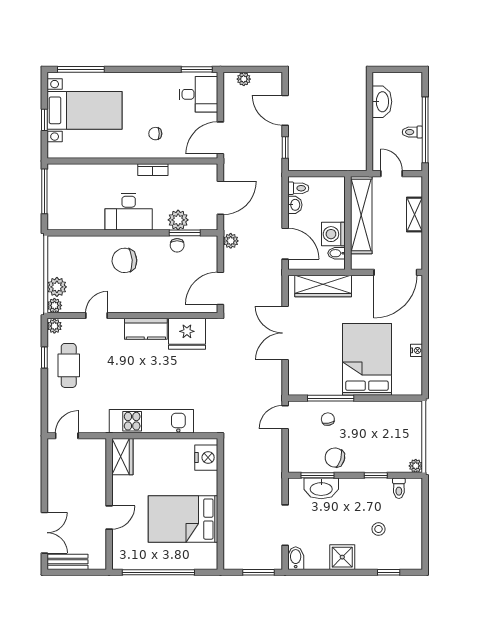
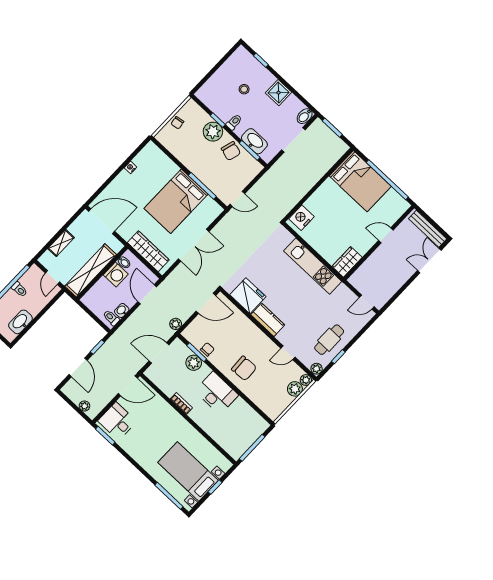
chair: (155, 134) -> (161, 422), removed
bed: (367, 359) -> (176, 201), moved
chair: (328, 419) -> (177, 123), moved
plant: (416, 466) -> (213, 132), moved, width x1.88, depth x1.88
toilet: (399, 488) -> (234, 122), moved
bed: (183, 519) -> (360, 181), moved
bench: (67, 562) -> (428, 229), width x1.36

